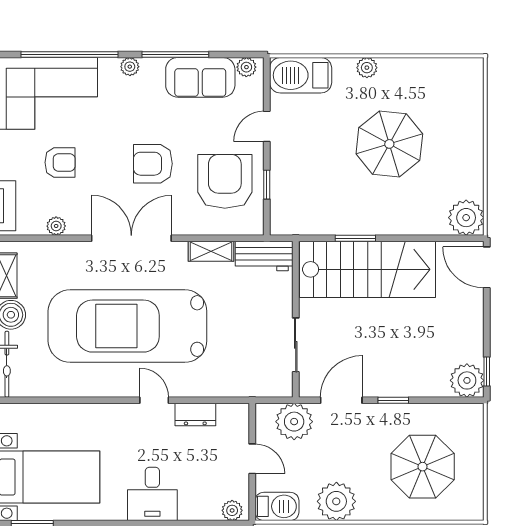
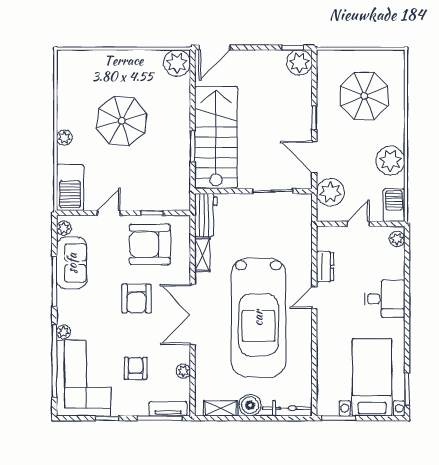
plant: (130, 67) -> (64, 332), moved
door: (267, 126) -> (108, 213), swing flipped

